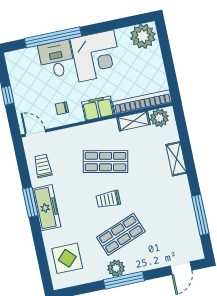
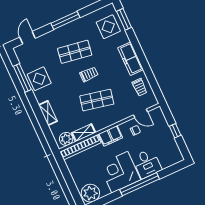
window: (53, 37) -> (140, 184), moved
door: (35, 133) -> (140, 113), moved
window: (30, 202) -> (124, 19), moved
display table: (178, 208) -> (39, 79), added
shop shelf: (121, 234) -> (75, 52), turned 30
plant: (116, 268) -> (73, 27), removed

